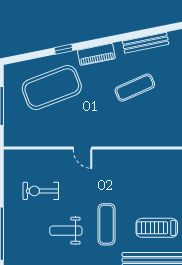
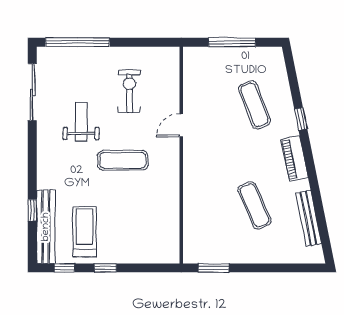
exercise mat: (52, 88) -> (254, 105), width x0.50, depth x0.69
door: (83, 148) -> (181, 125), moved
exercise mat: (107, 224) -> (123, 160), moved

